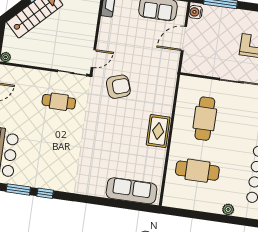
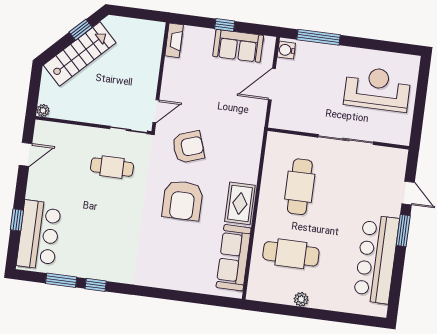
armchair: (114, 128) -> (183, 200), added
sofa: (132, 191) -> (234, 258), moved, turned -90
plant: (228, 209) -> (301, 299), moved

